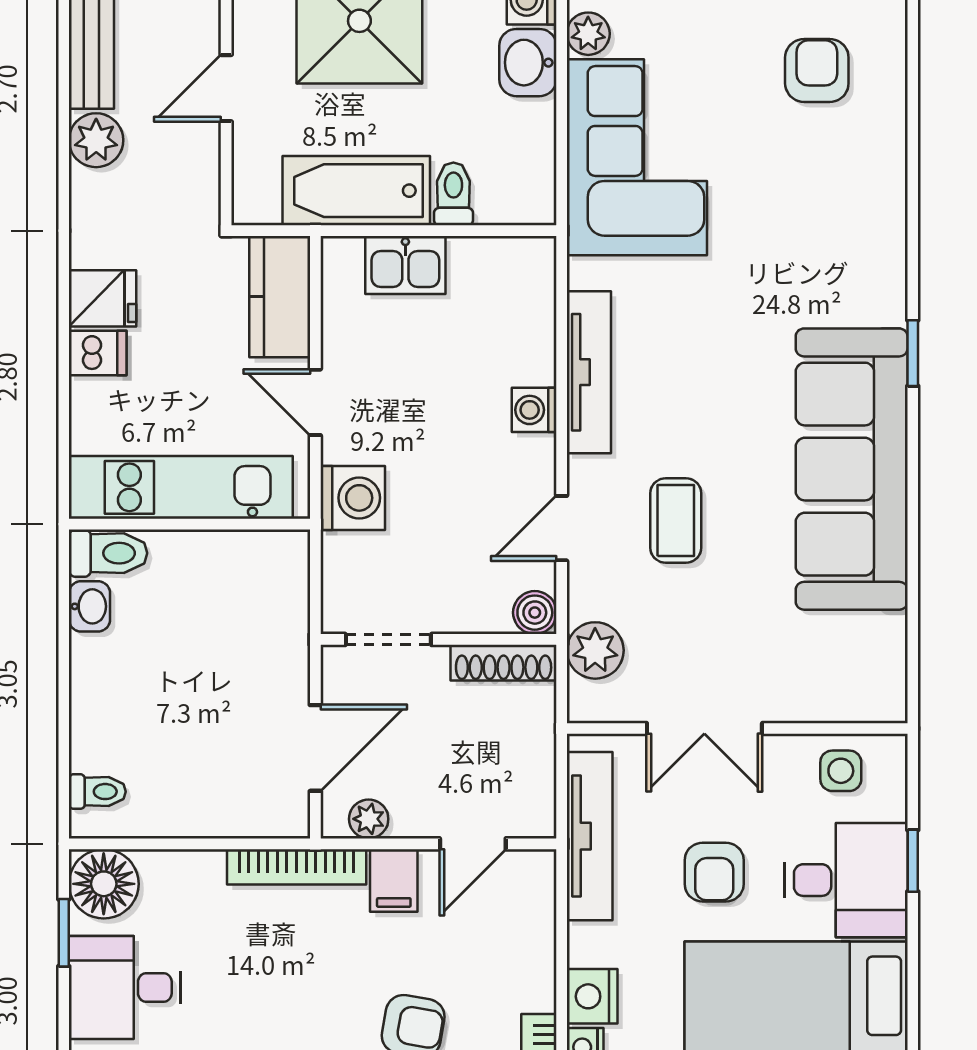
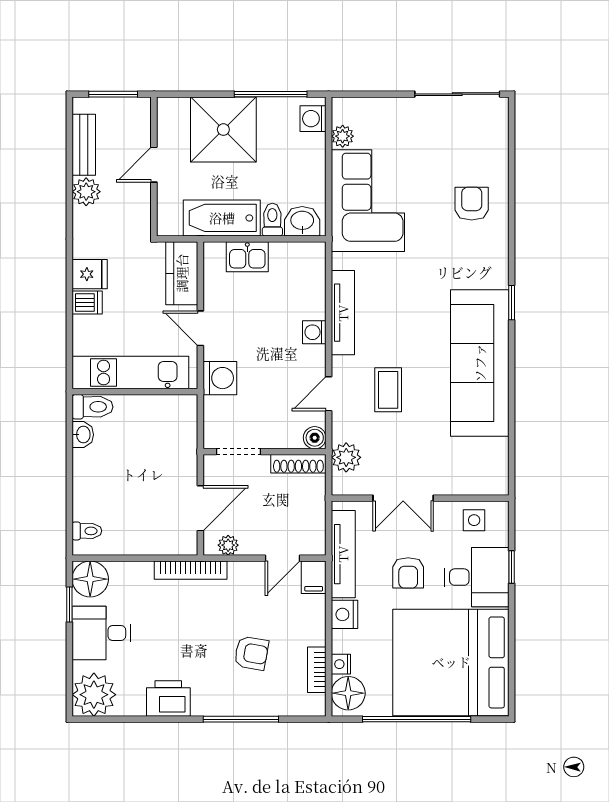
washbasin: (528, 63) -> (302, 221), moved, turned 90
armchair: (817, 70) -> (472, 204), moved
filing cabinet: (394, 880) -> (314, 577), moved
nightstand: (592, 996) -> (345, 614), moved

